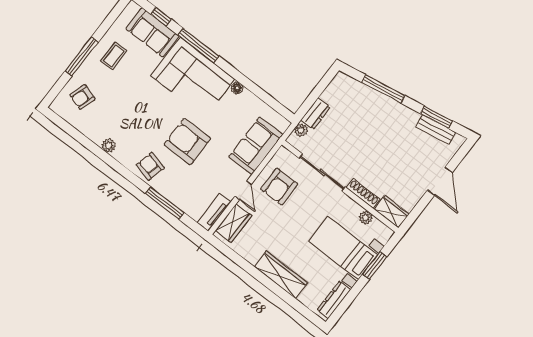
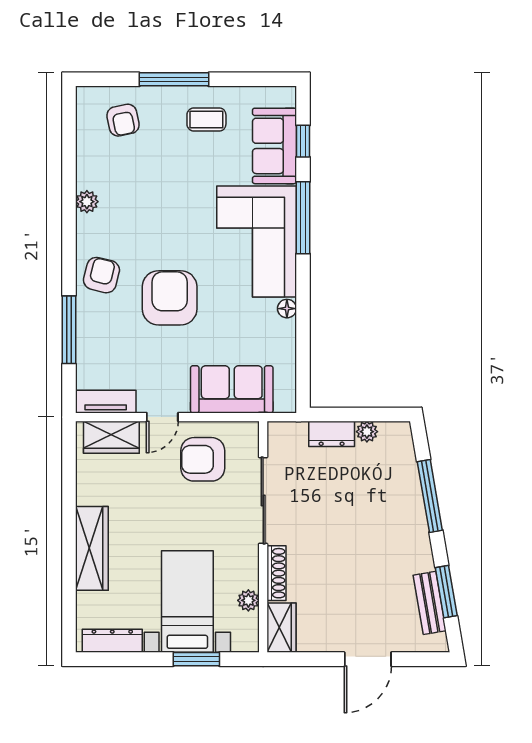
armchair: (82, 97) -> (123, 120), turned -119
plant: (301, 130) -> (367, 432), moved

